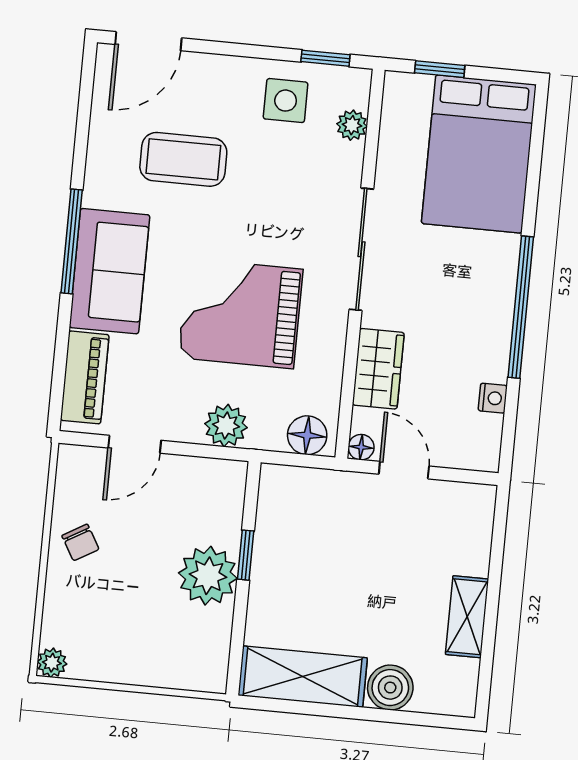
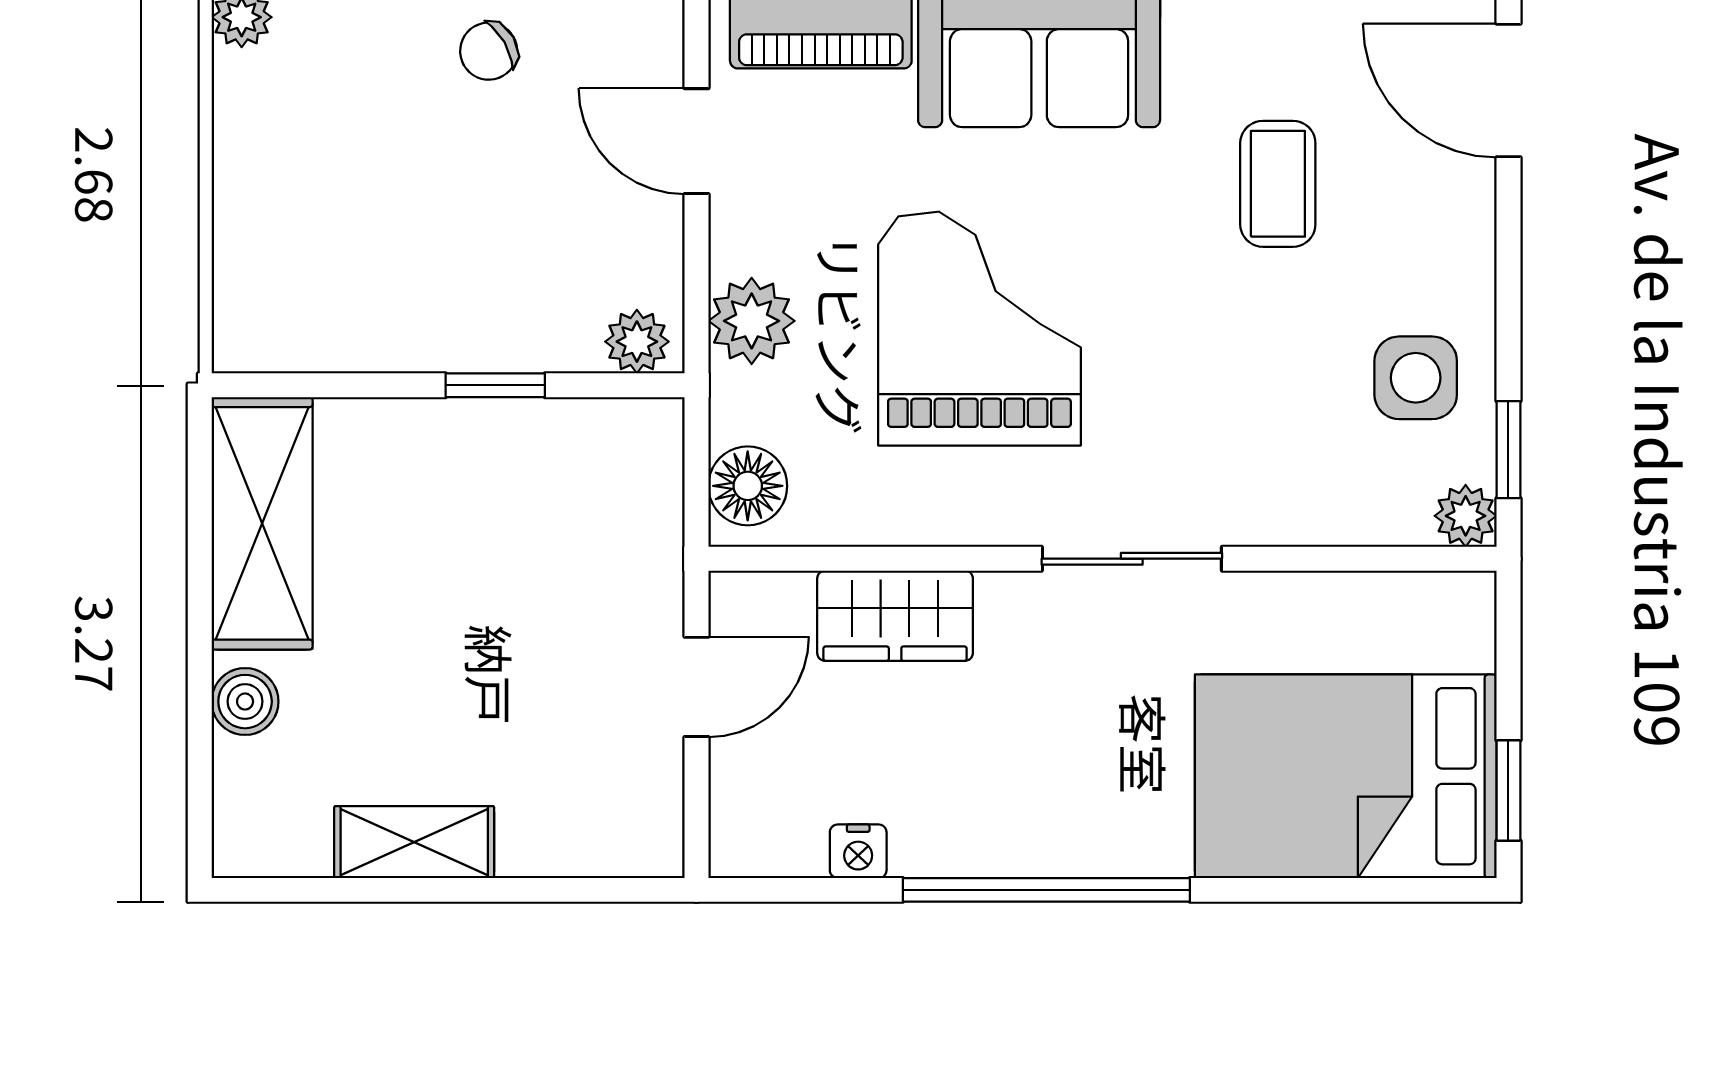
window: (440, 69) -> (1508, 791), moved
plant: (352, 125) -> (1466, 516), moved
coffee table: (183, 159) -> (1278, 184), width x0.73, depth x0.77
sliding door: (361, 249) -> (1132, 559), width x0.73
floor lamp: (361, 447) -> (734, 597), removed
plant: (208, 576) -> (637, 342), moved, width x0.53, depth x0.53
boiler: (390, 688) -> (245, 702), width x0.73, depth x0.73

